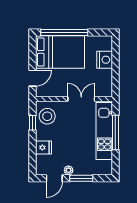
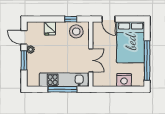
window: (64, 32) -> (147, 61), moved

